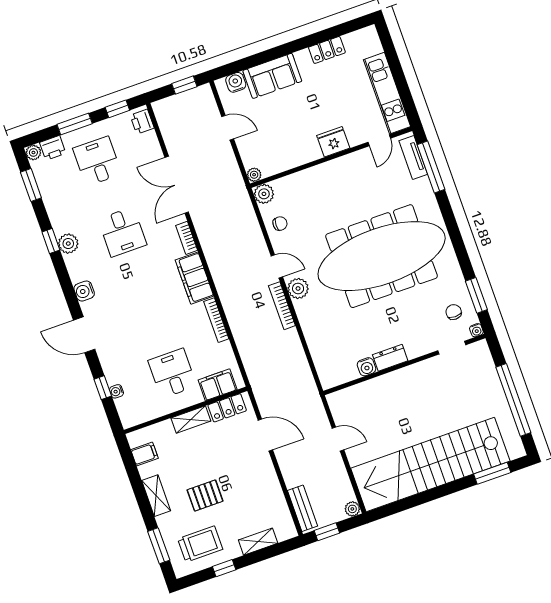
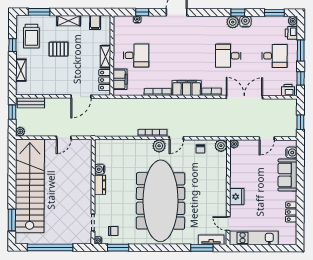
window: (431, 167) -> (202, 248), width x0.69
water cooler: (84, 291) -> (245, 22), moved
pallet: (205, 495) -> (59, 49), turned 90

